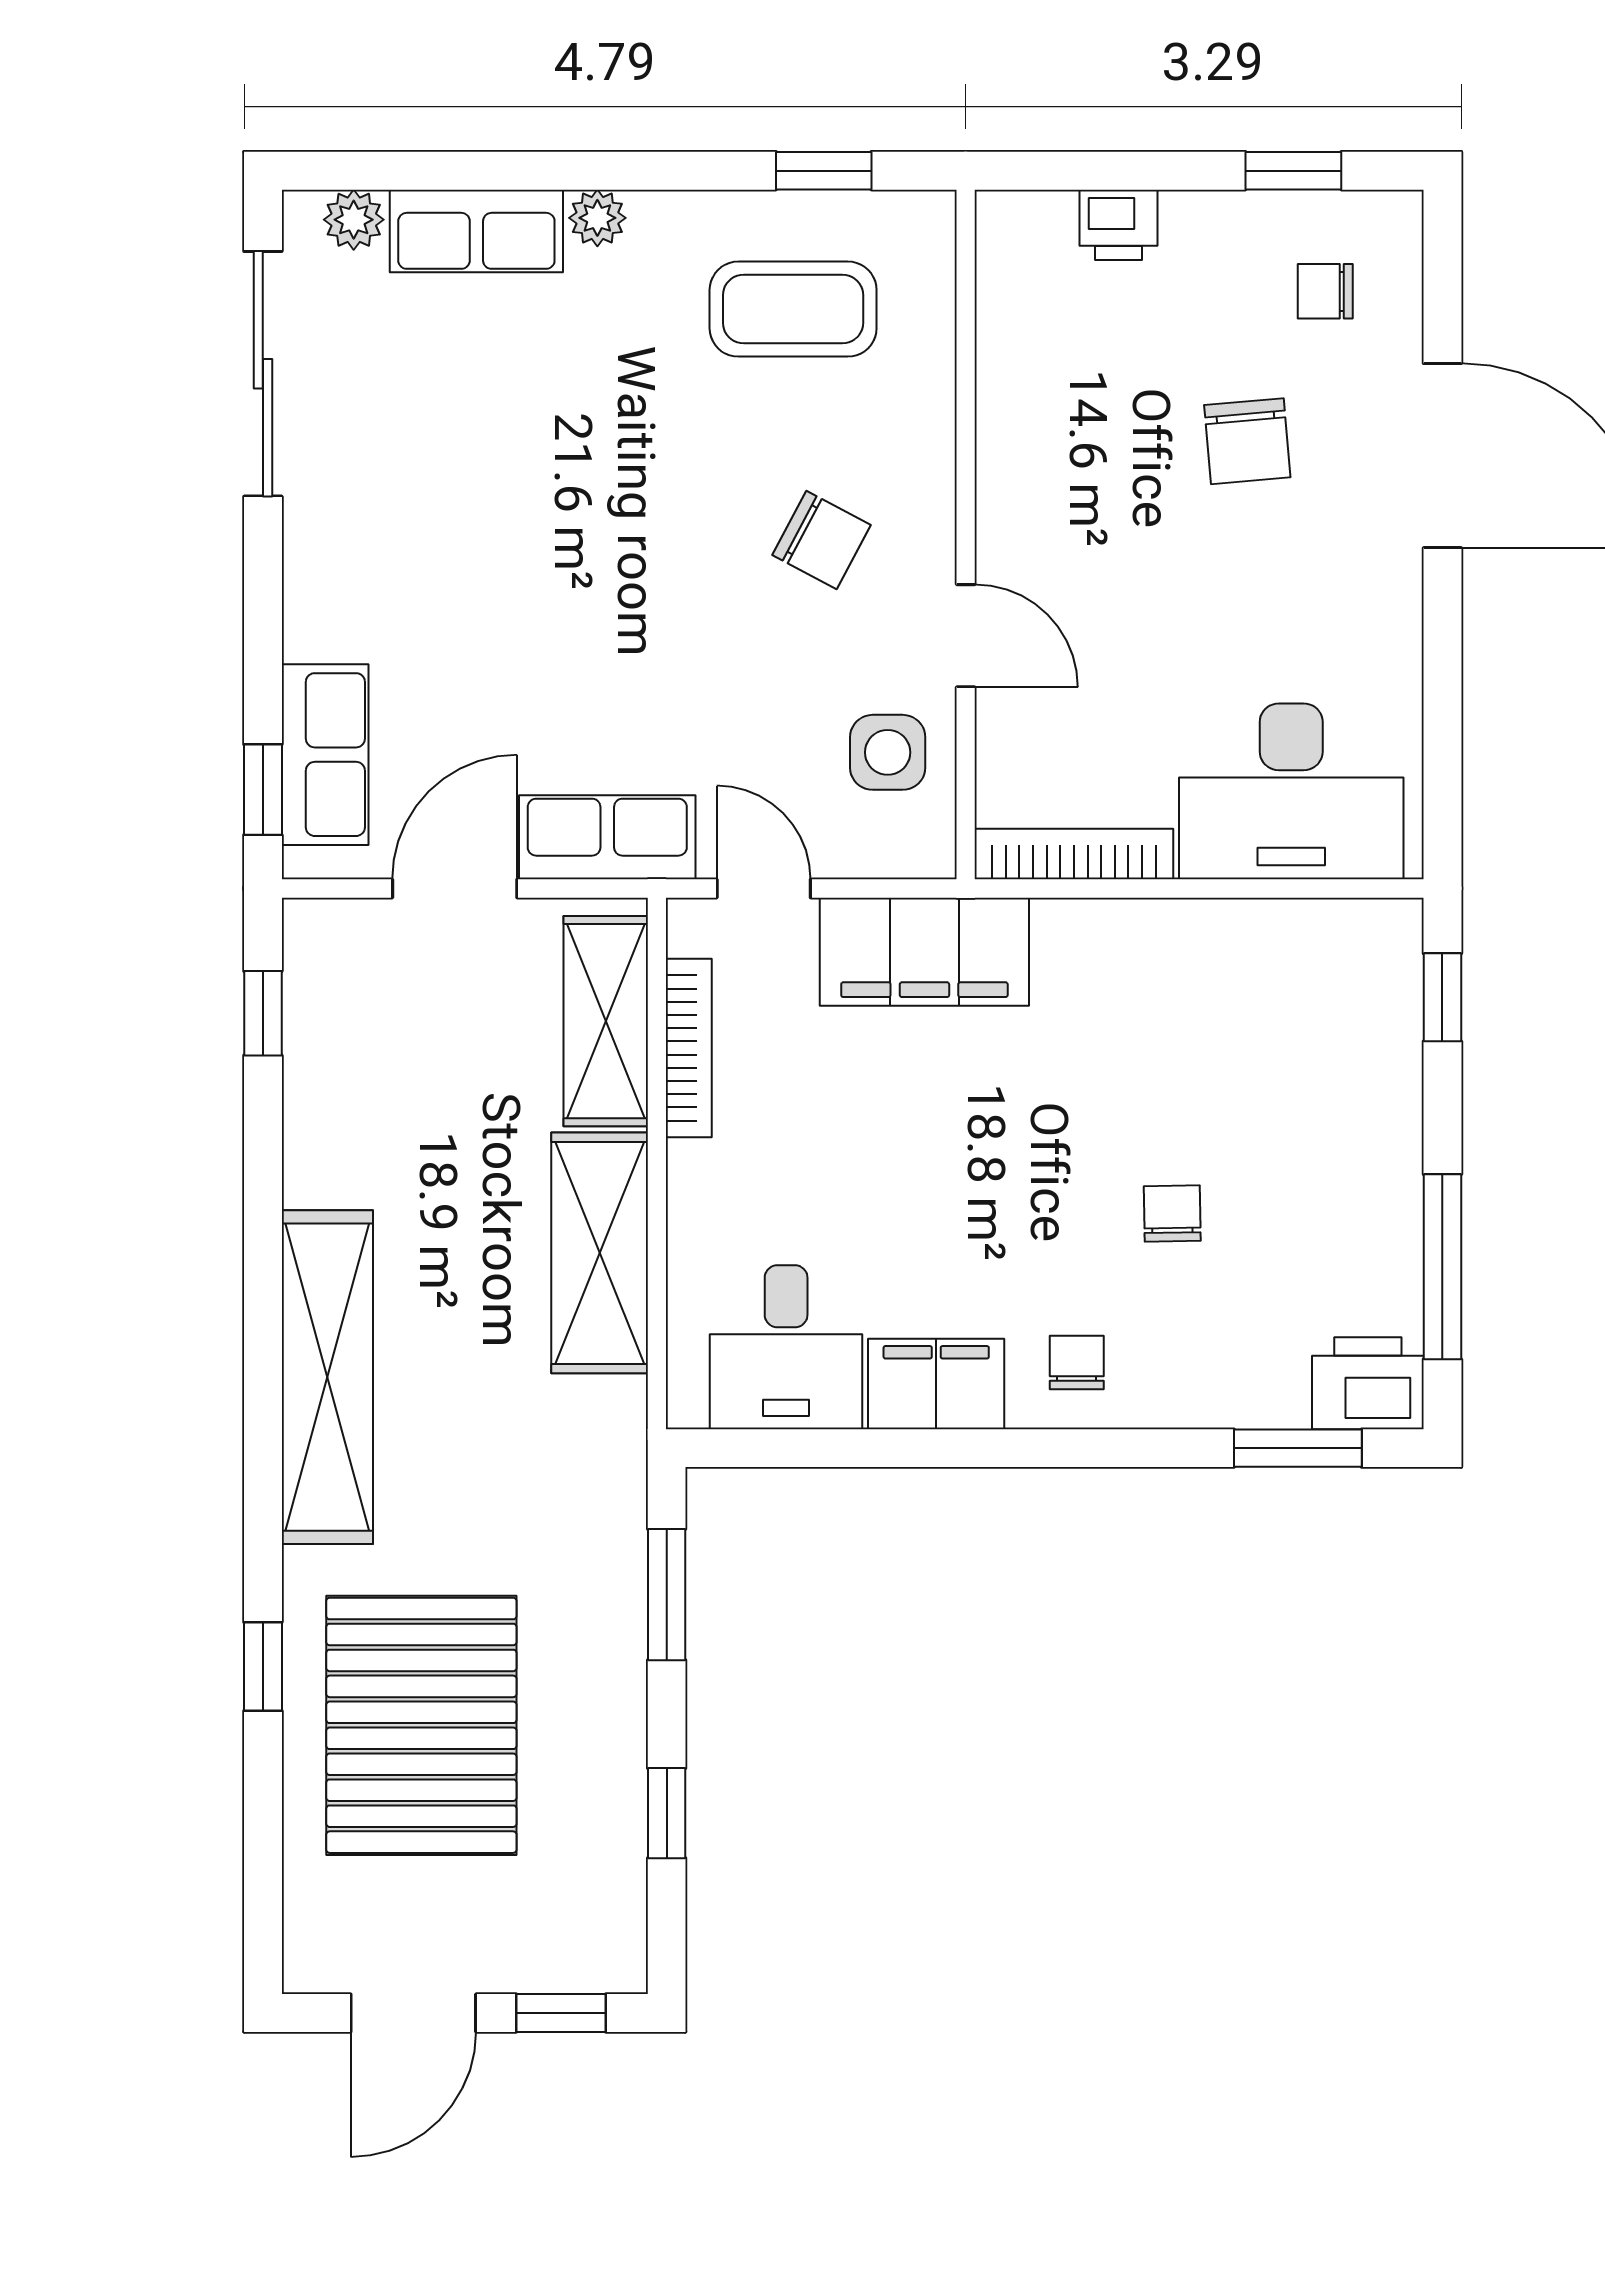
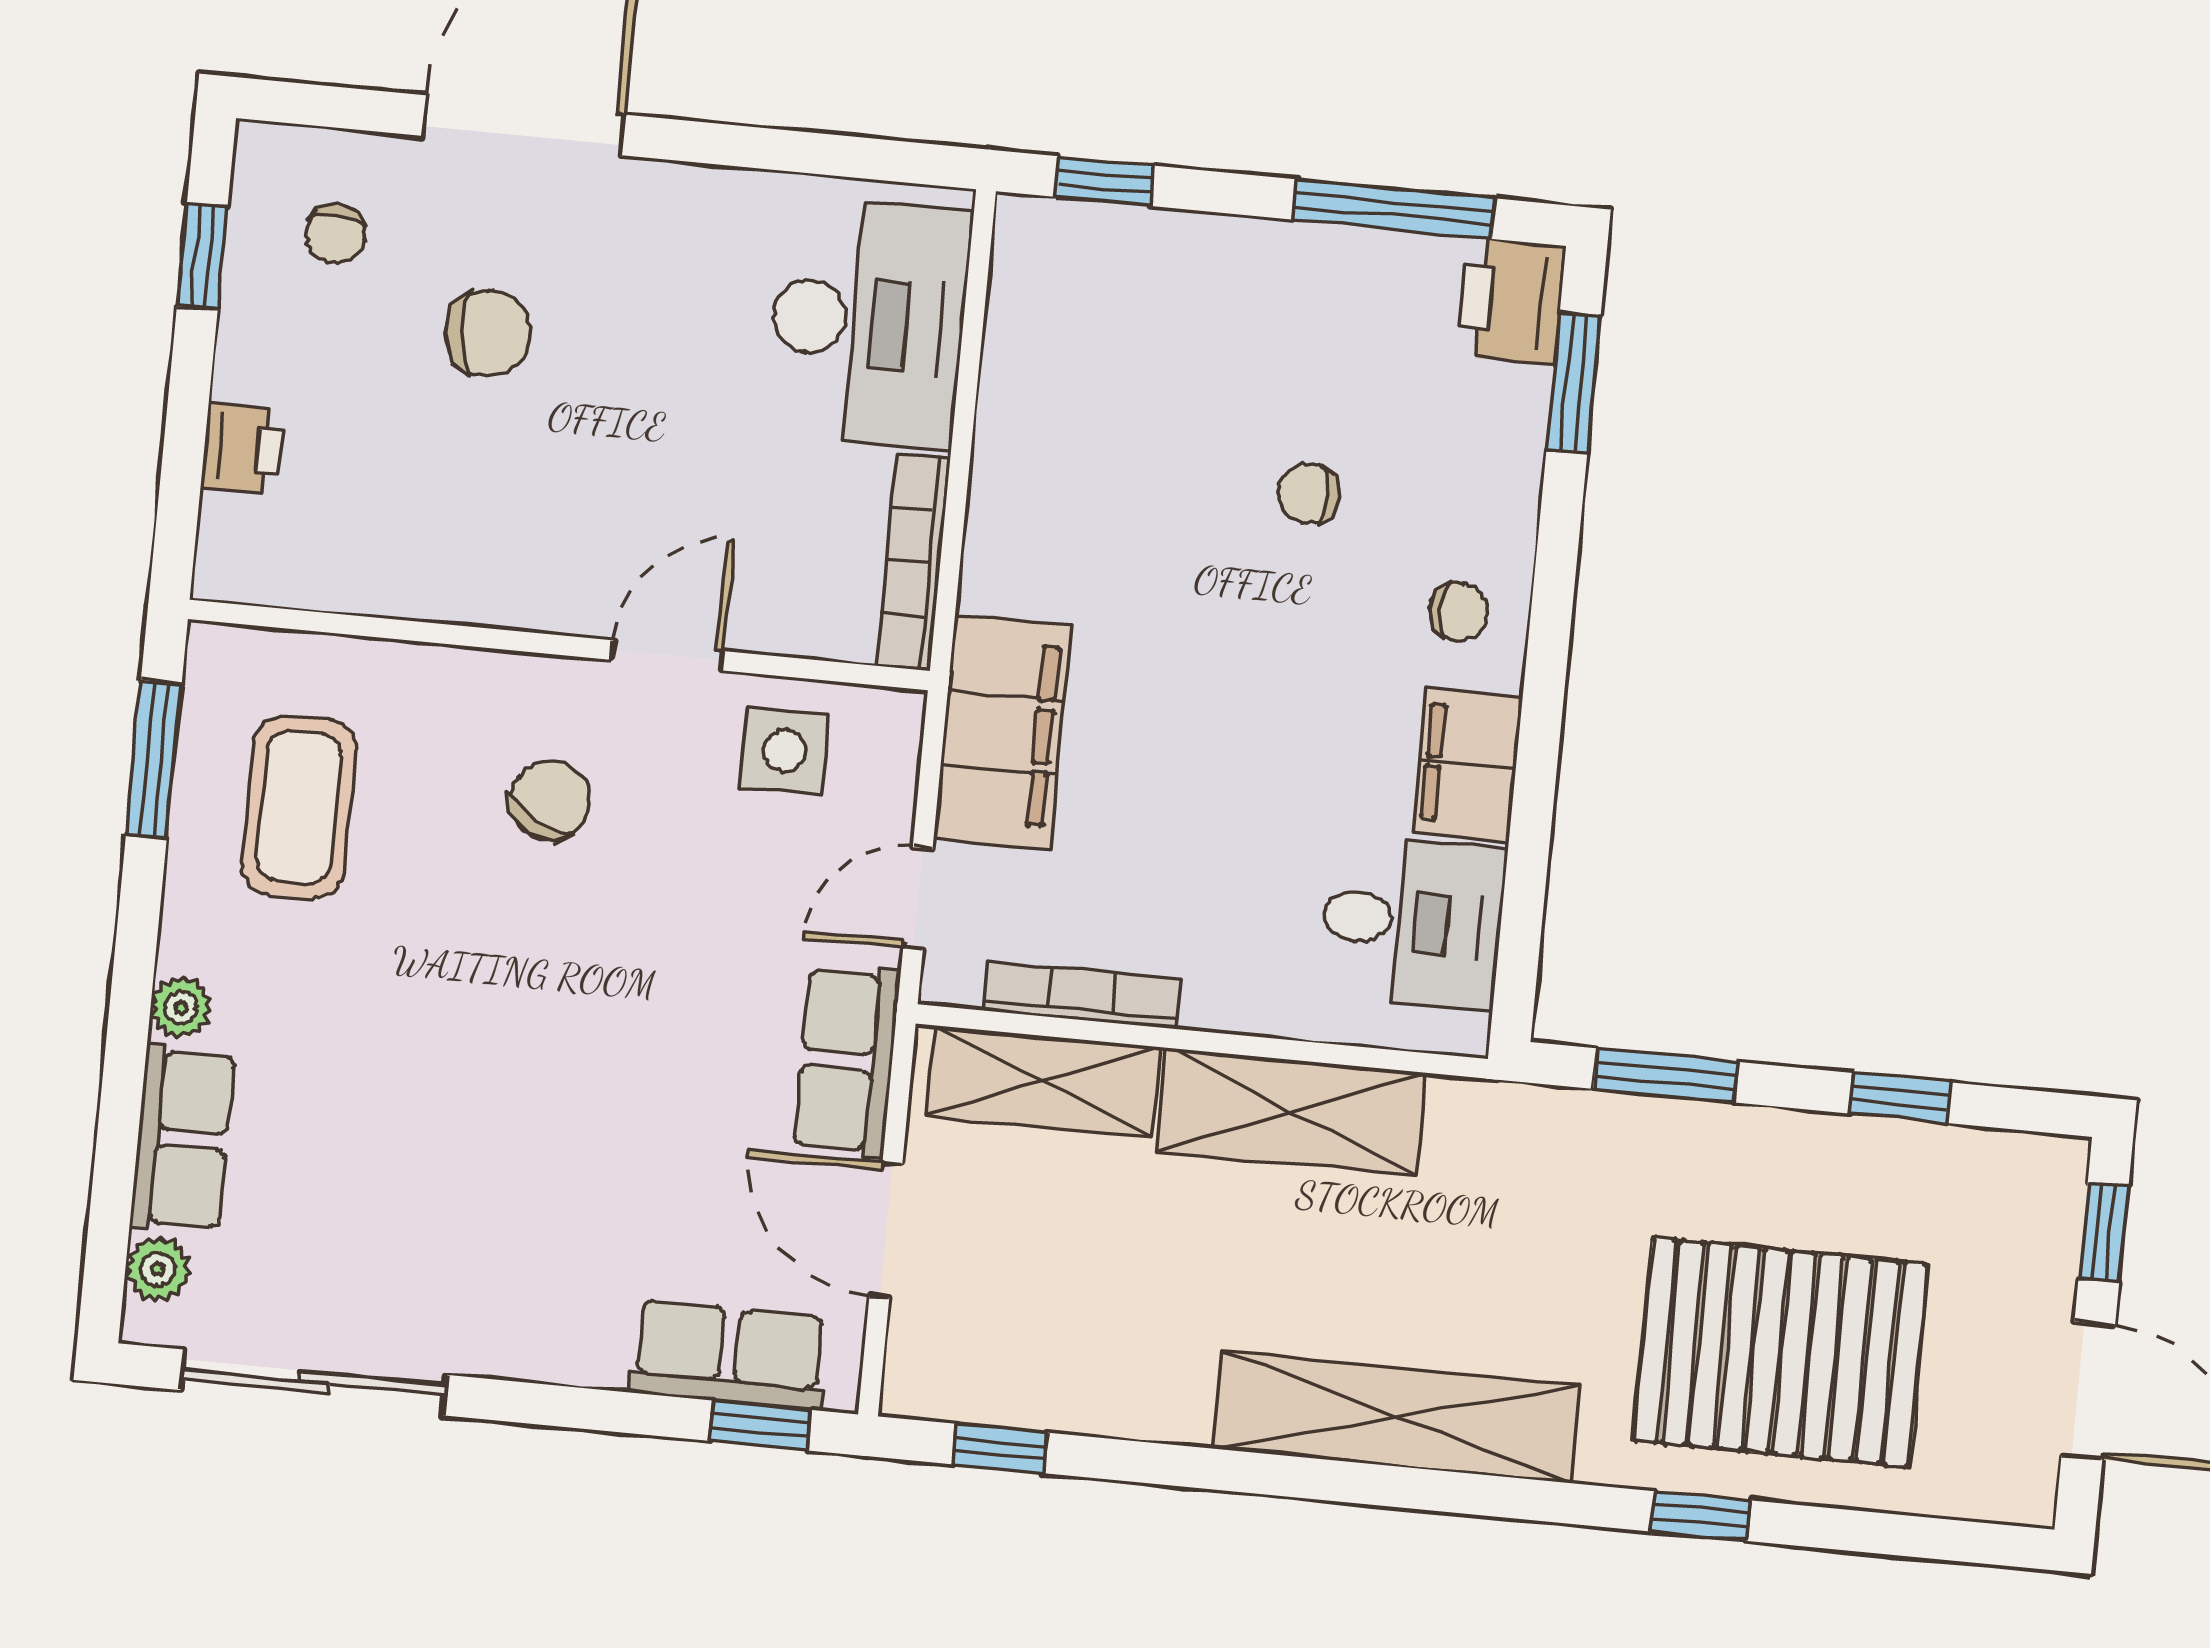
window: (824, 171) -> (154, 760), width x1.50
chair: (1077, 1362) -> (1459, 611), turned 180

